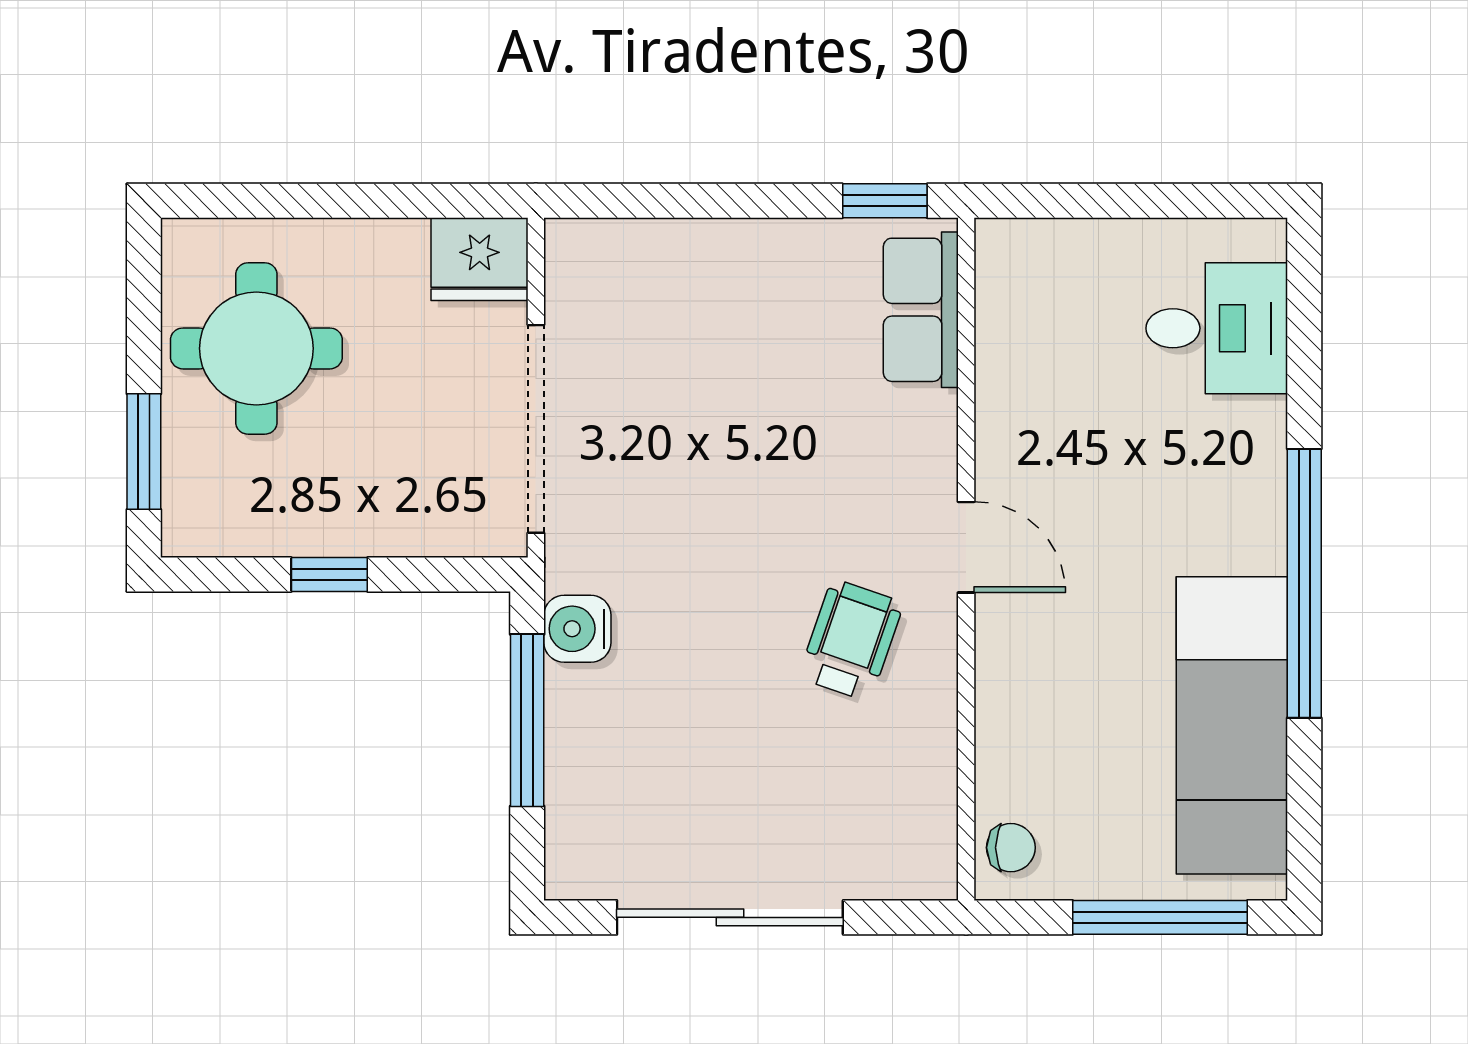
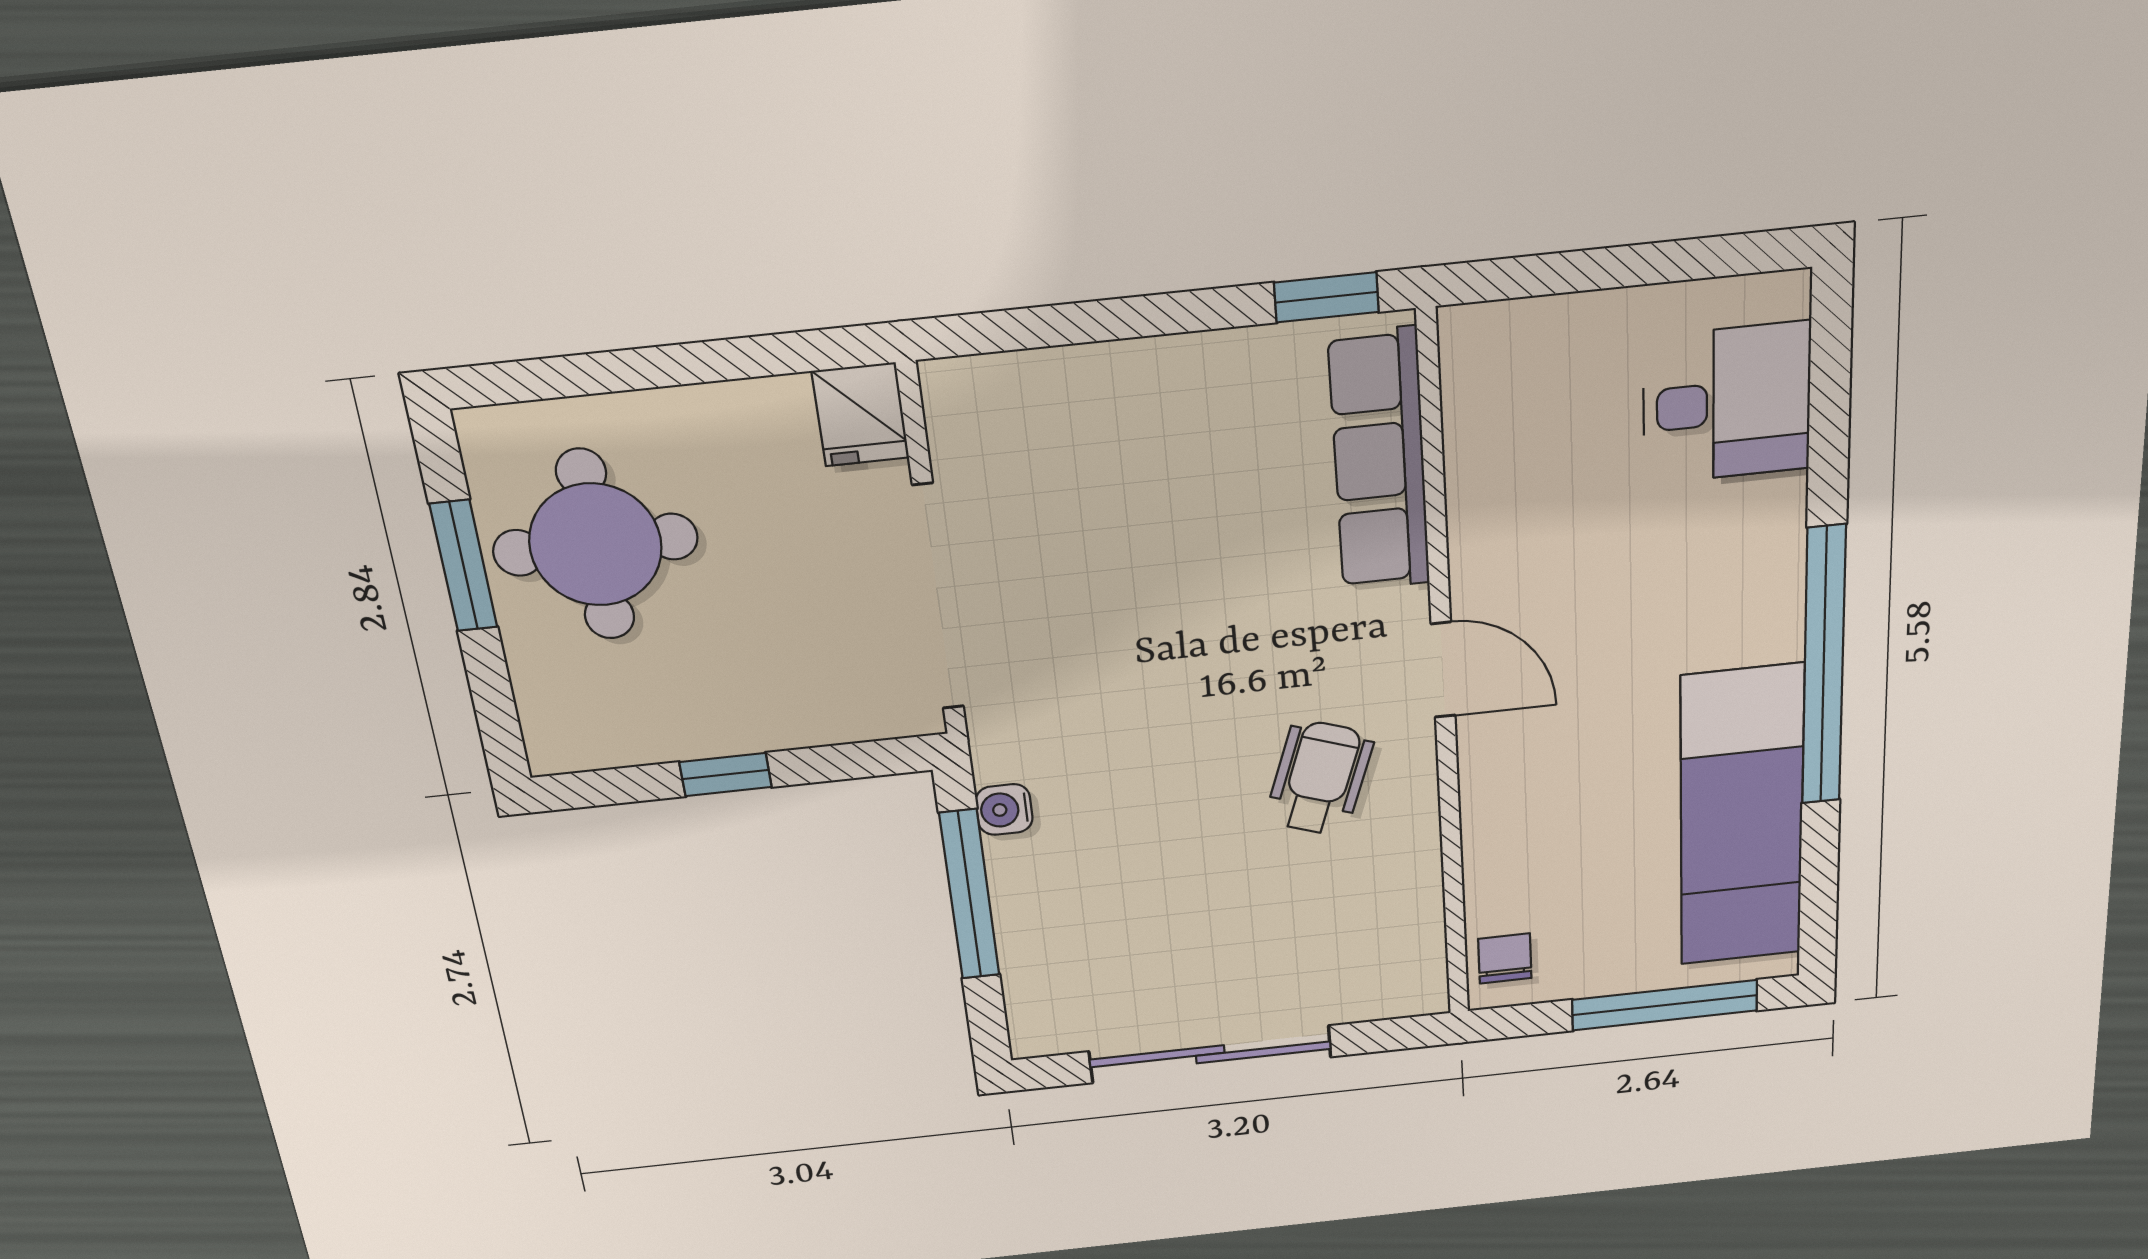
fridge: (480, 259) -> (861, 415), width x0.72
row of seats: (921, 310) -> (1379, 461), width x1.48
window: (144, 452) -> (464, 566), moved
water cooler: (577, 629) -> (1004, 810), width x0.72, depth x0.72
chair: (1011, 848) -> (1505, 958), turned -90

